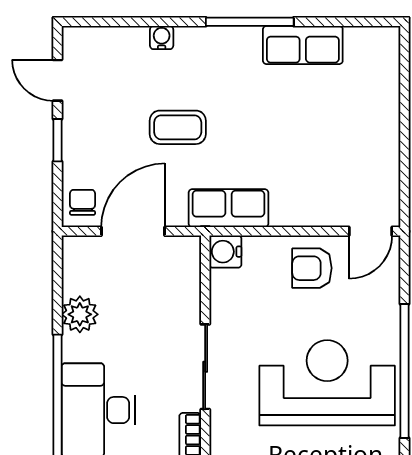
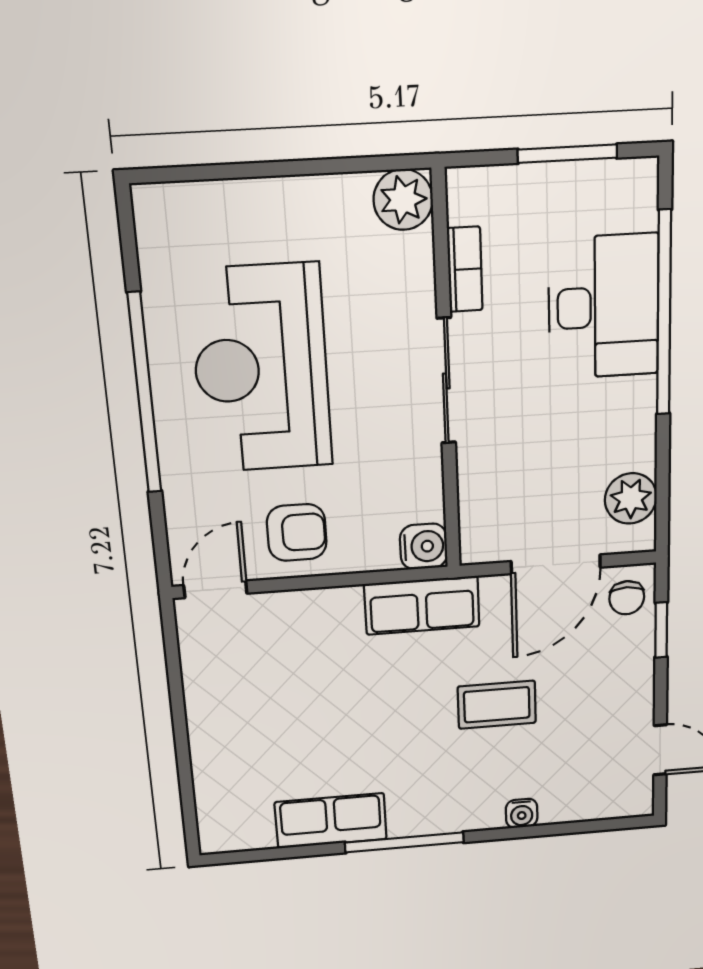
window: (57, 140) -> (661, 630), moved
plant: (80, 314) -> (631, 498), moved
reception desk: (327, 383) -> (261, 369), turned 90

